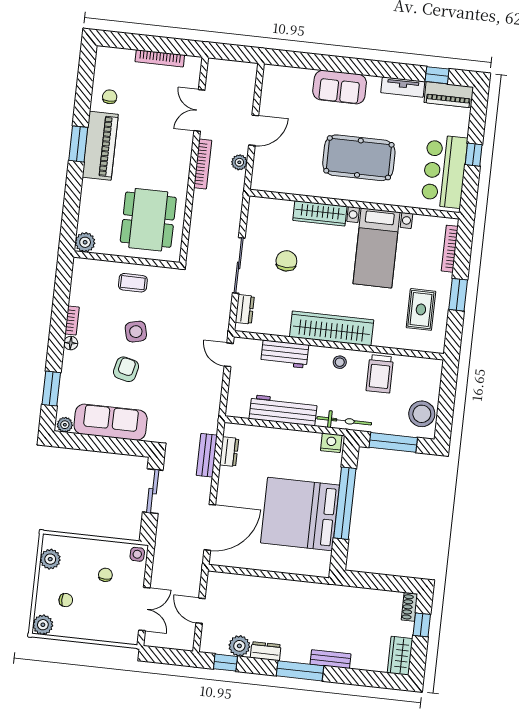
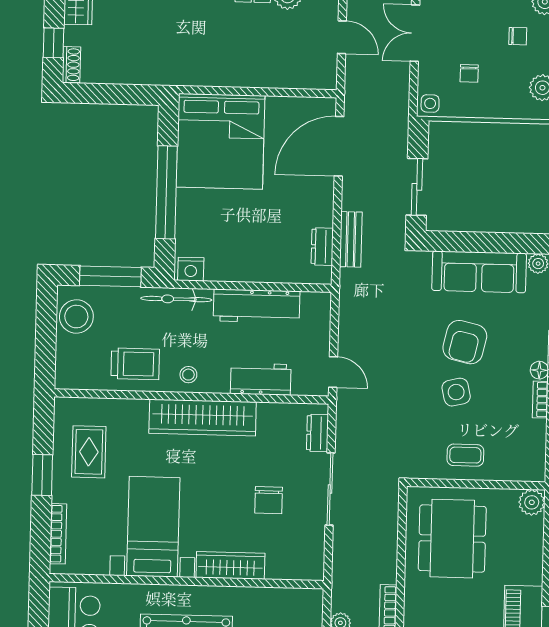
armchair: (126, 369) -> (465, 342), width x1.38, depth x1.38
trolley: (380, 374) -> (135, 364), turned 90
bed: (300, 514) -> (221, 141), moved, turned 90
chair: (66, 600) -> (518, 36), turned 180

